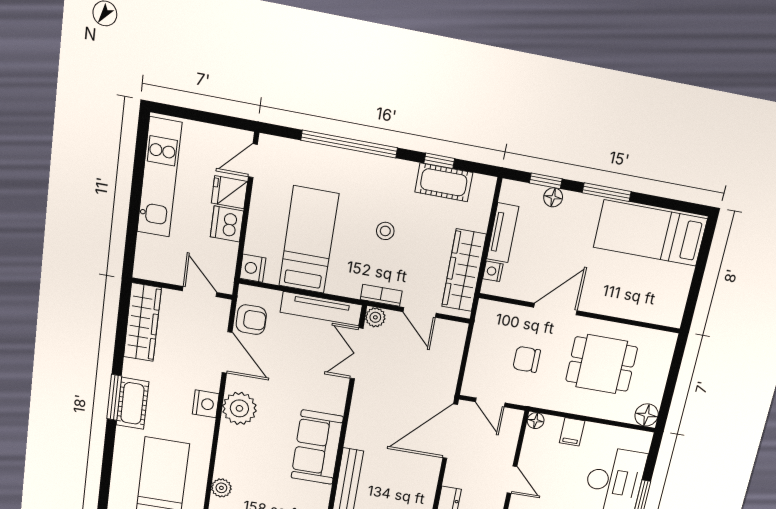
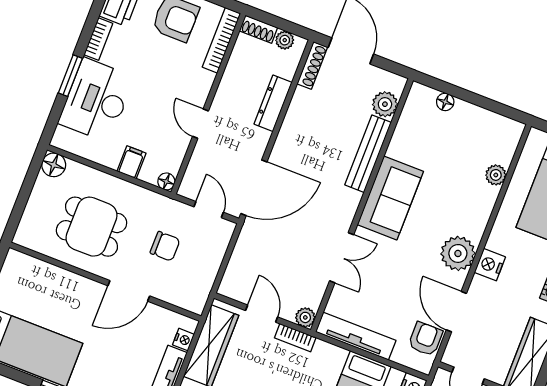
armchair: (251, 320) -> (425, 339), turned 90
double door: (357, 354) -> (342, 258), moved

